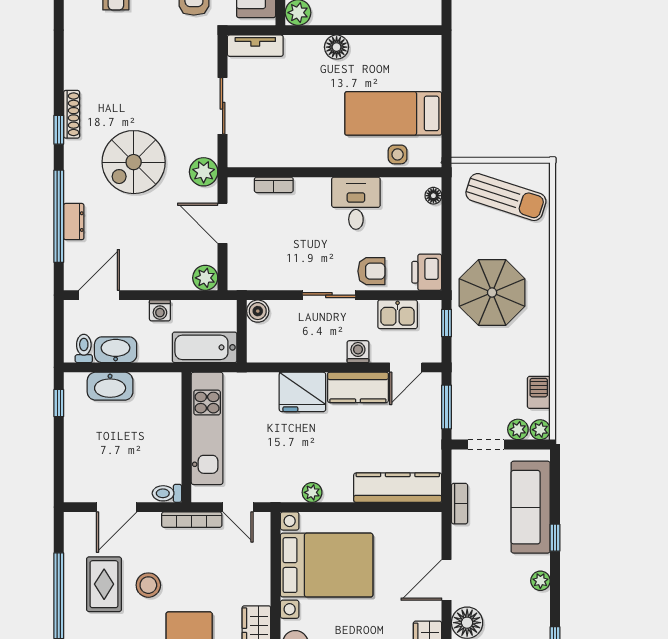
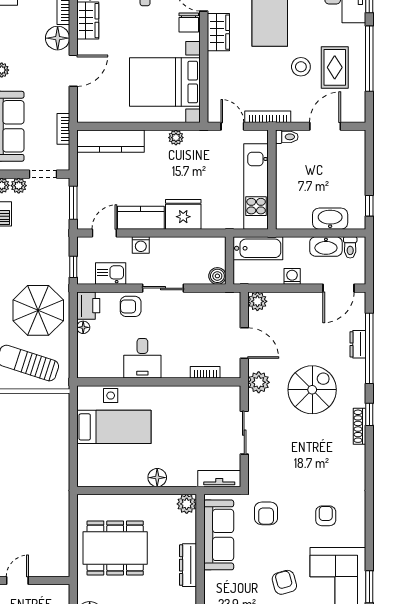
floor lamp: (433, 196) -> (83, 327), moved
parasol: (492, 293) -> (38, 310), moved

